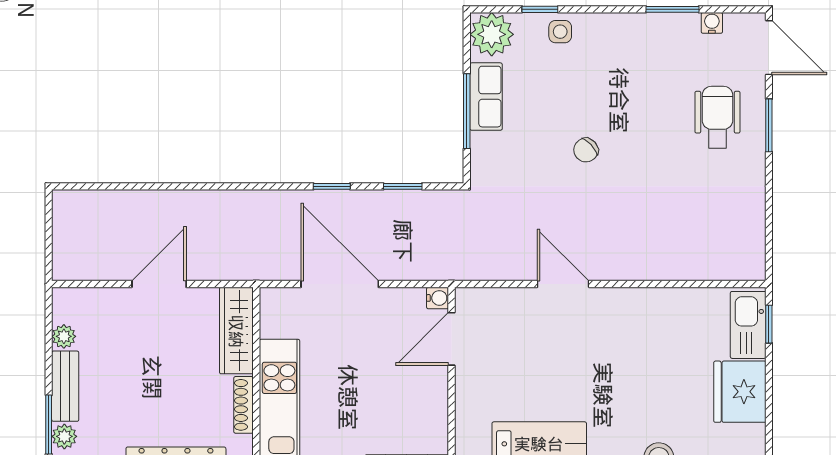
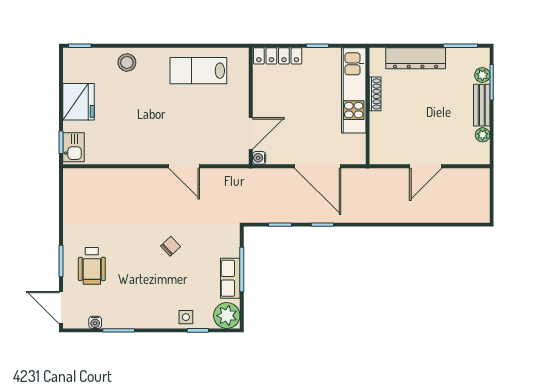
kitchen sink: (748, 325) -> (73, 147), width x0.73
wardrobe: (236, 331) -> (379, 138), removed

